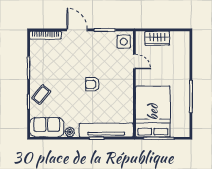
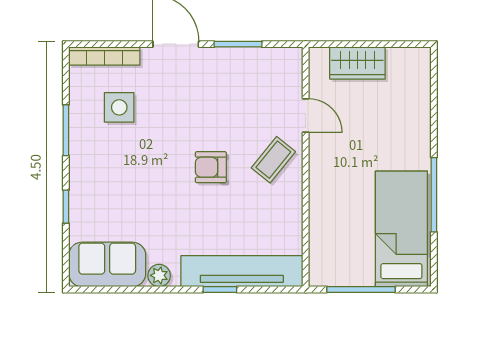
side table: (124, 42) -> (119, 107), moved
coffee table: (41, 95) -> (273, 160), moved
bed: (153, 112) -> (401, 229), moved, width x0.67

